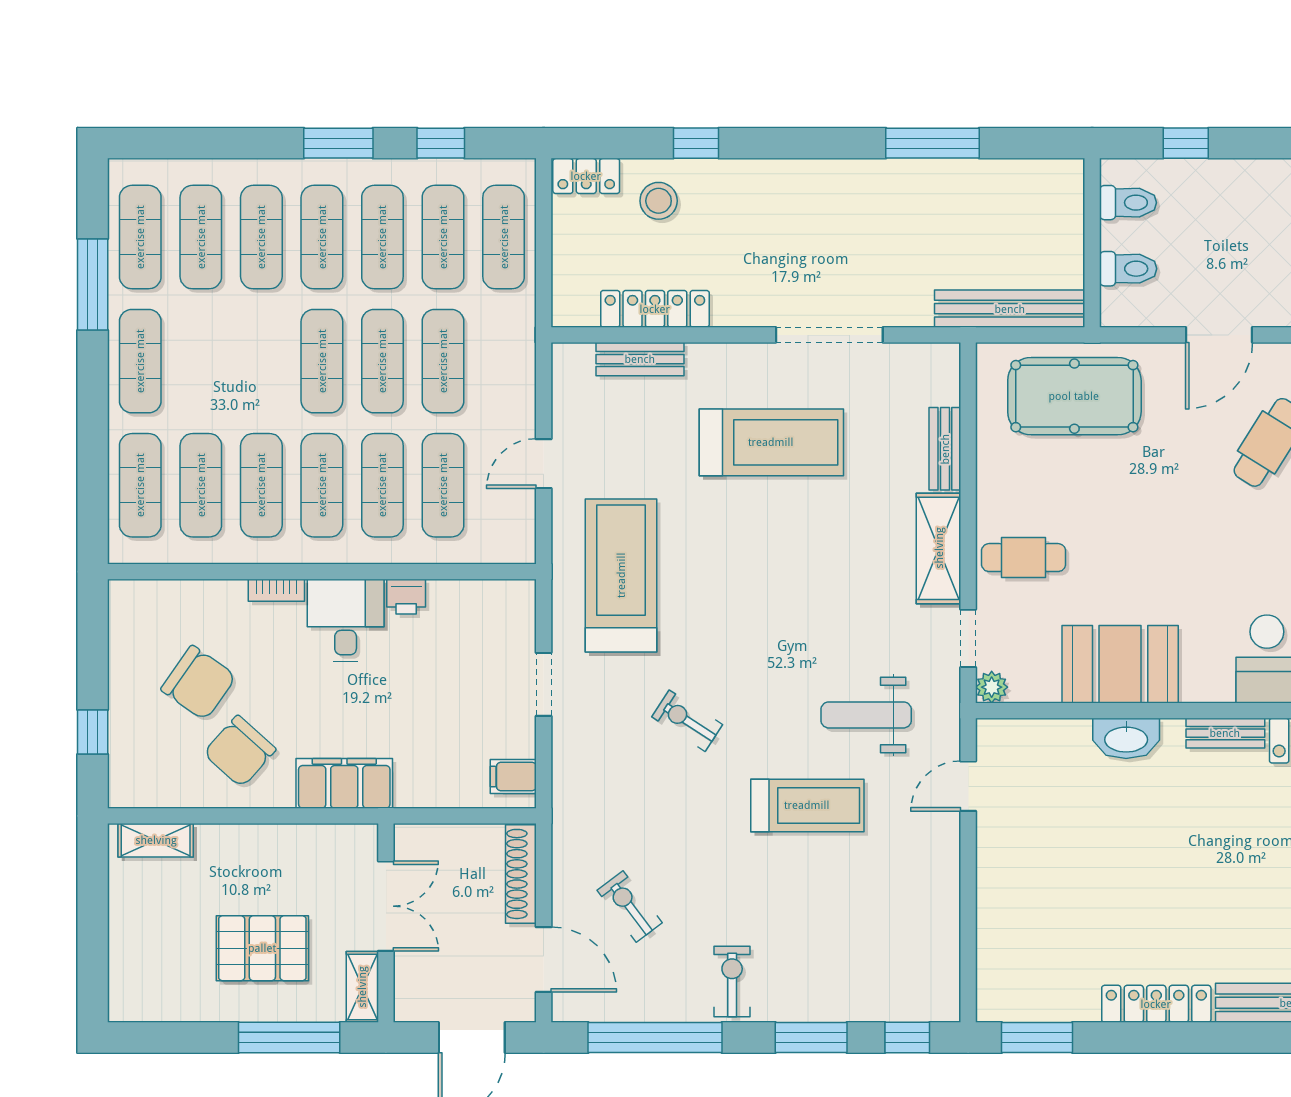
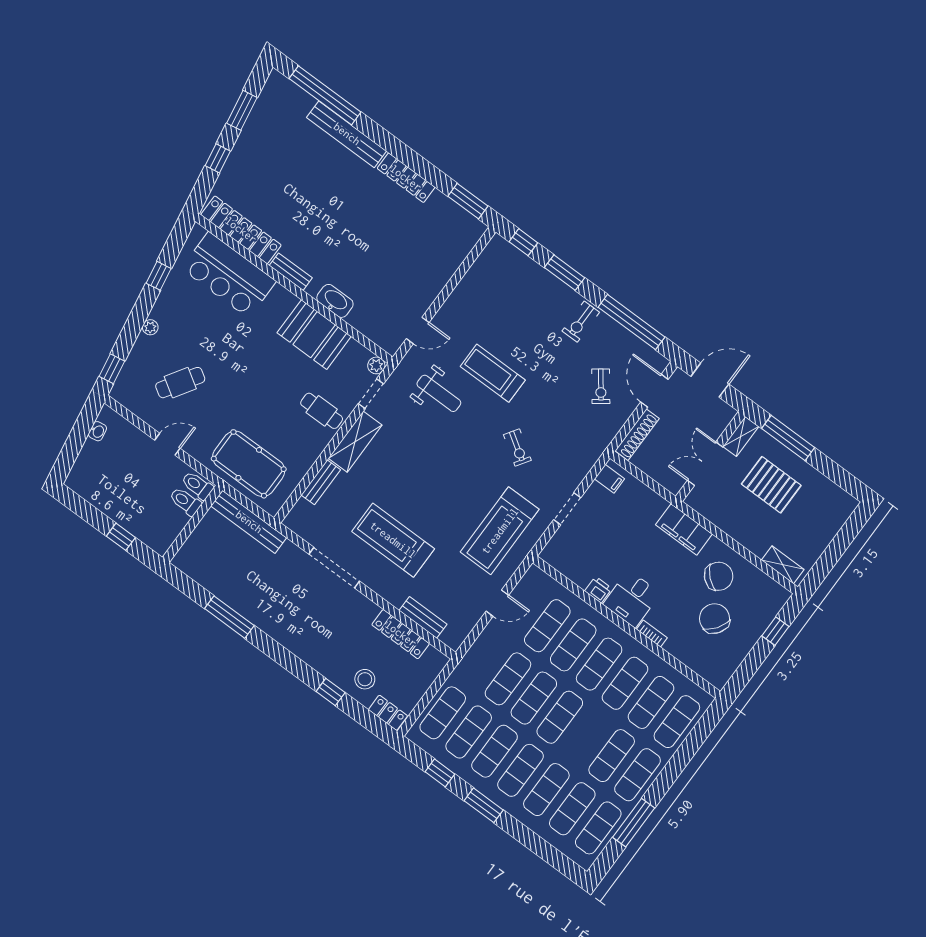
toilet: (1128, 203) -> (197, 485), moved
door: (1219, 335) -> (167, 444), width x0.73
exercise mat: (201, 361) -> (612, 756), added

